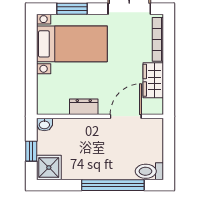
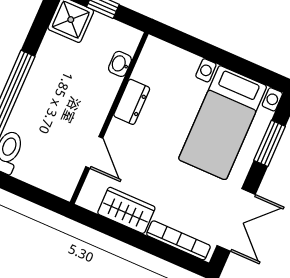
door: (126, 116) -> (94, 152), width x0.73
washbasin: (44, 124) -> (120, 64), moved

